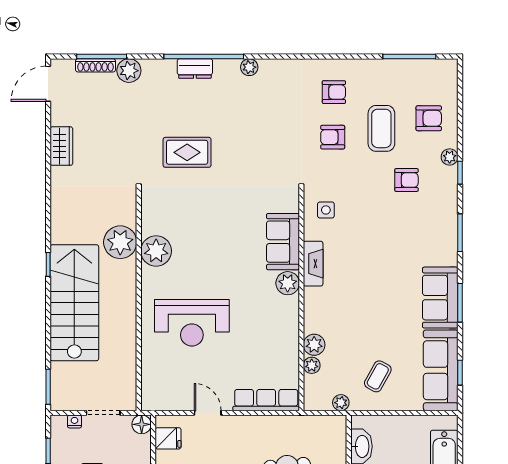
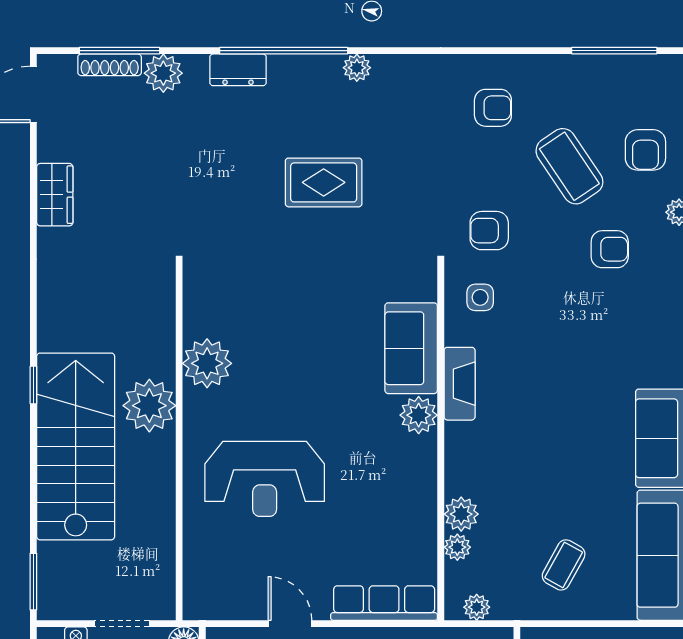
dresser: (195, 68) -> (238, 70), moved
armchair: (429, 118) -> (645, 150), turned 90
coffee table: (381, 128) -> (569, 166), turned -34
armchair: (333, 137) -> (489, 231), moved
rug: (187, 152) -> (324, 182), moved
plant: (120, 242) -> (149, 406), moved
plant: (341, 403) -> (477, 607), moved

